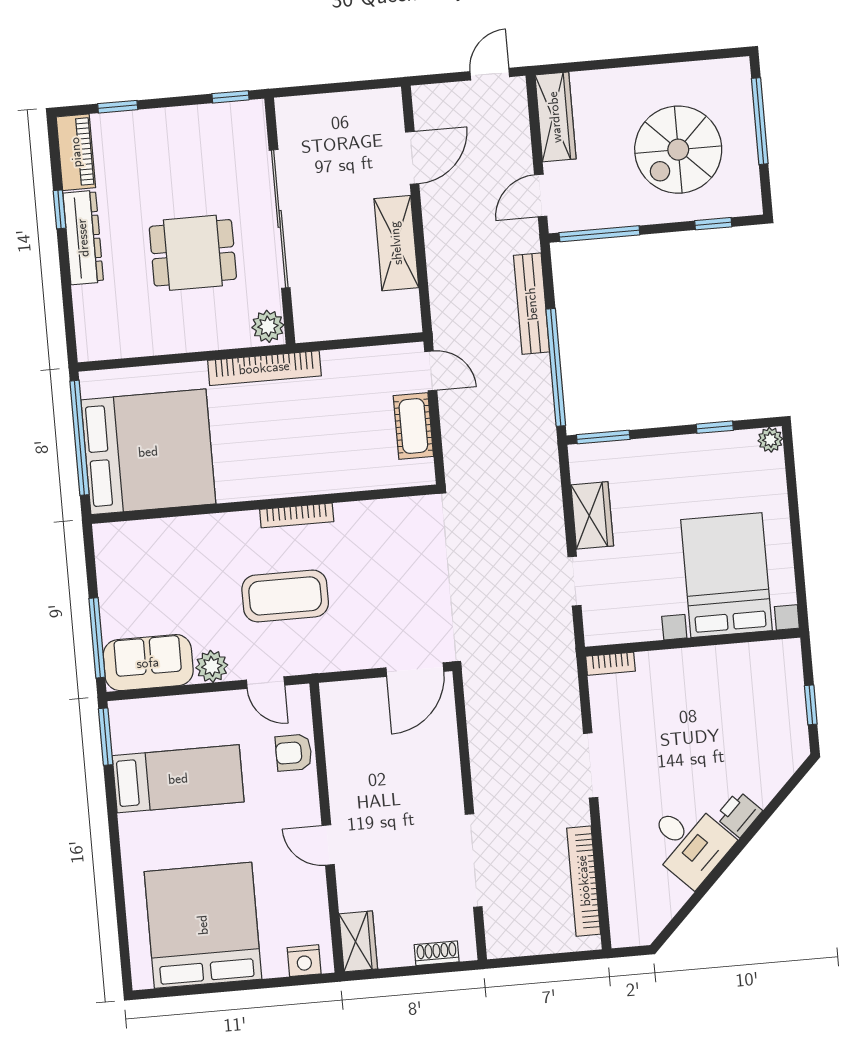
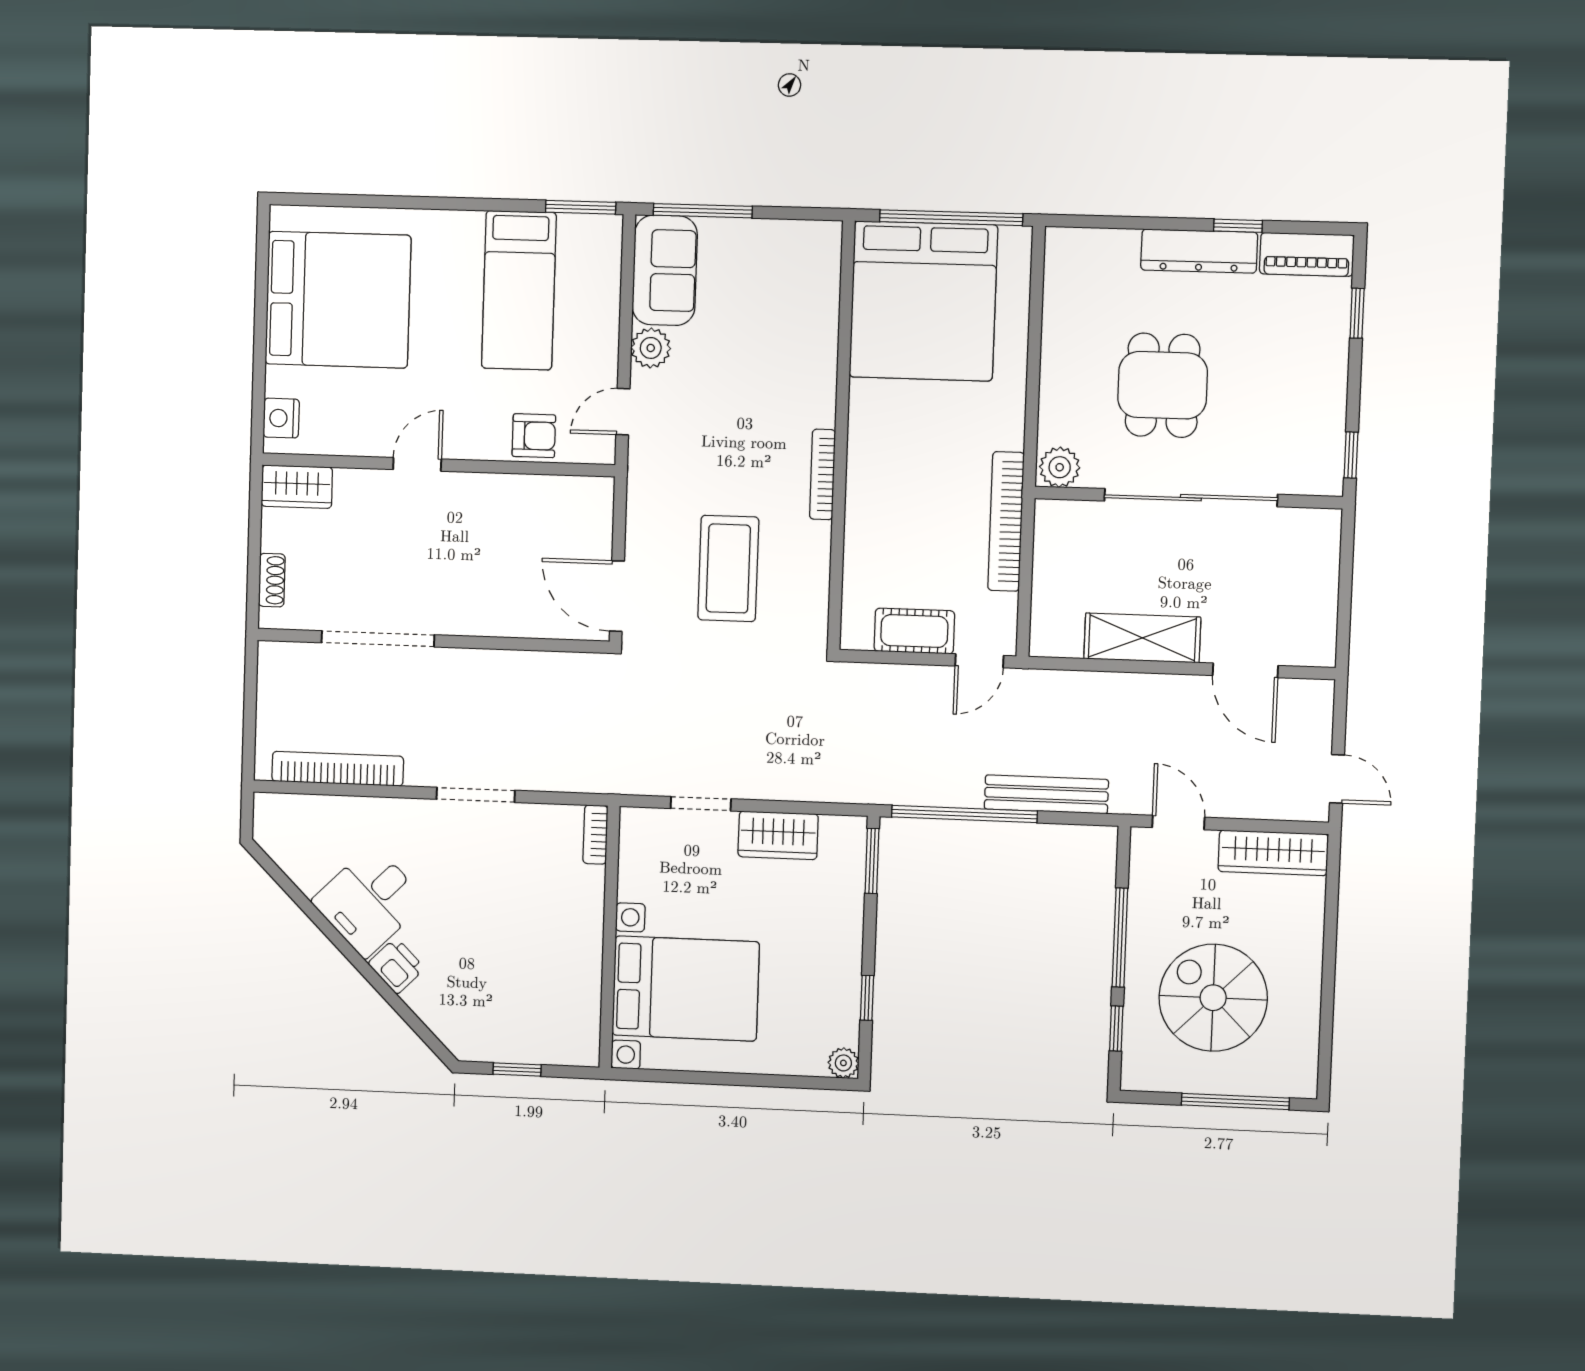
window: (599, 234) -> (1120, 937), moved
bookcase: (264, 368) -> (1006, 521), moved
coffee table: (285, 596) -> (728, 568), moved
armchair: (294, 753) -> (534, 436), turned 90

